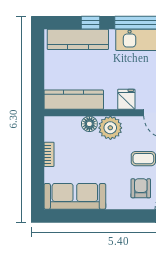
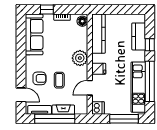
kitchen counter: (78, 39) -> (139, 36), width x0.67
floor lamp: (89, 124) -> (82, 21), moved
window: (38, 177) -> (47, 10), added

